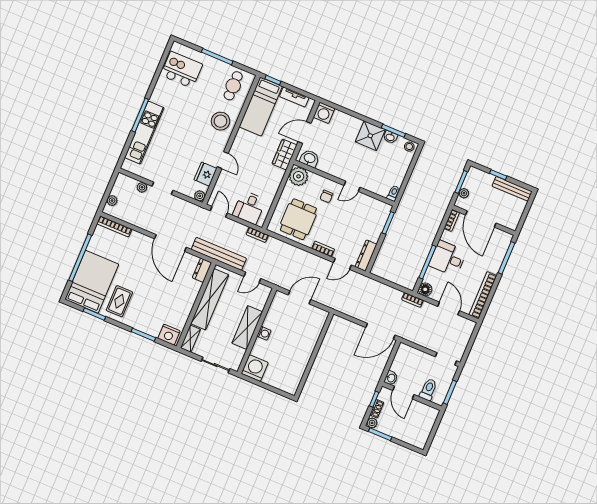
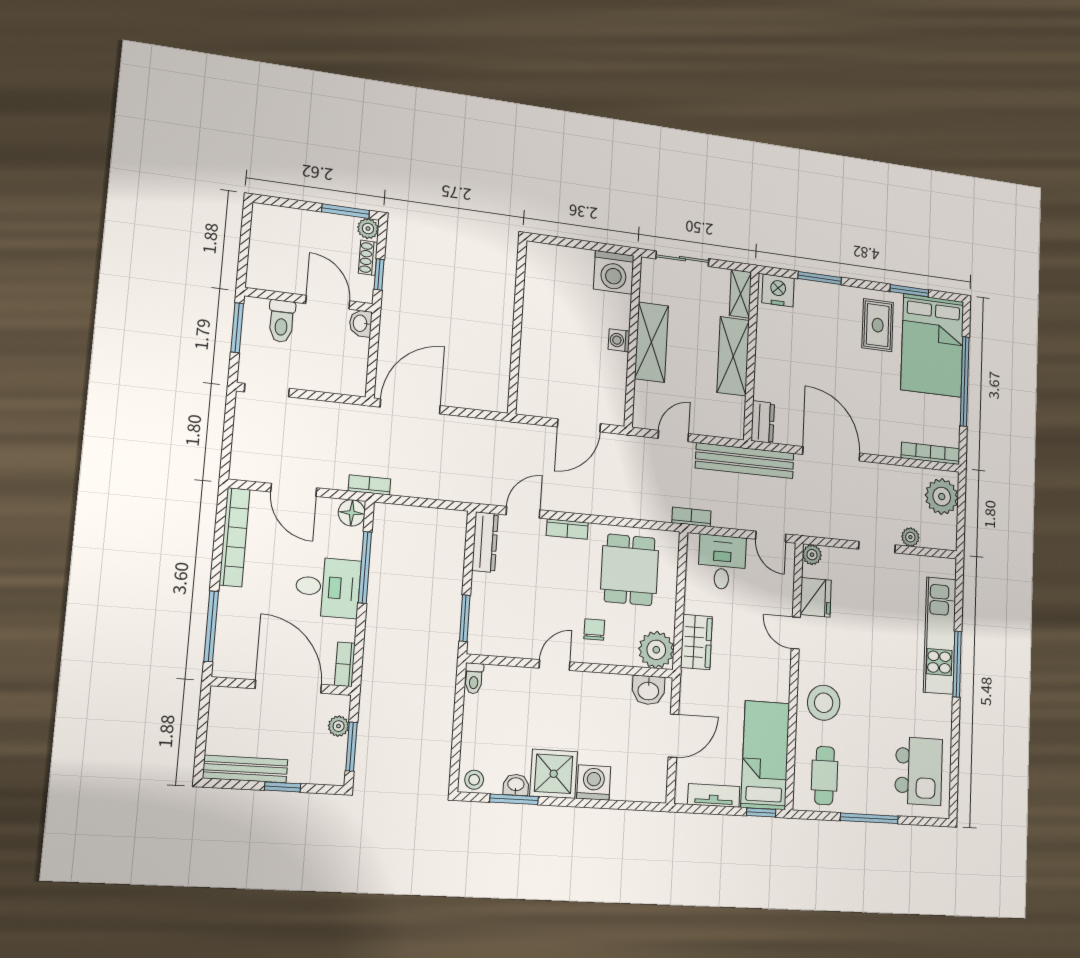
kitchen island: (182, 70) -> (919, 771), turned -90
washing machine: (324, 113) -> (594, 783), moved
wardrobe: (284, 154) -> (696, 642), moved
plant: (112, 201) -> (942, 497), width x1.87, depth x1.87
shelving: (210, 299) -> (733, 356), width x0.68

